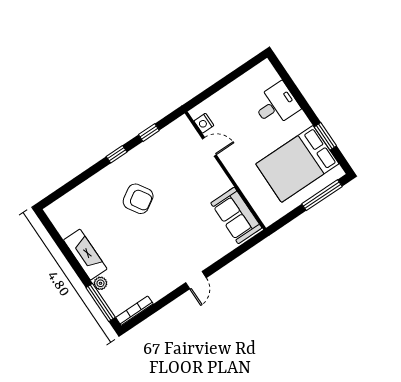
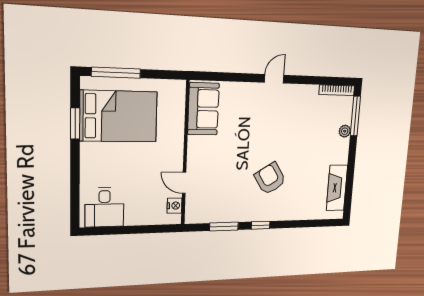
desk: (276, 105) -> (104, 207), moved, turned -90
window: (149, 133) -> (224, 227), width x1.50
fireplace: (85, 255) -> (337, 188), moved

